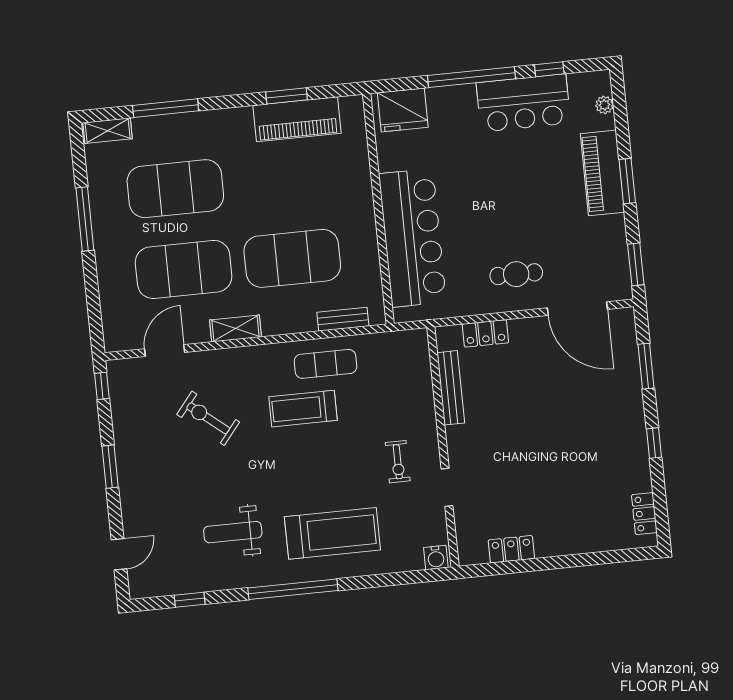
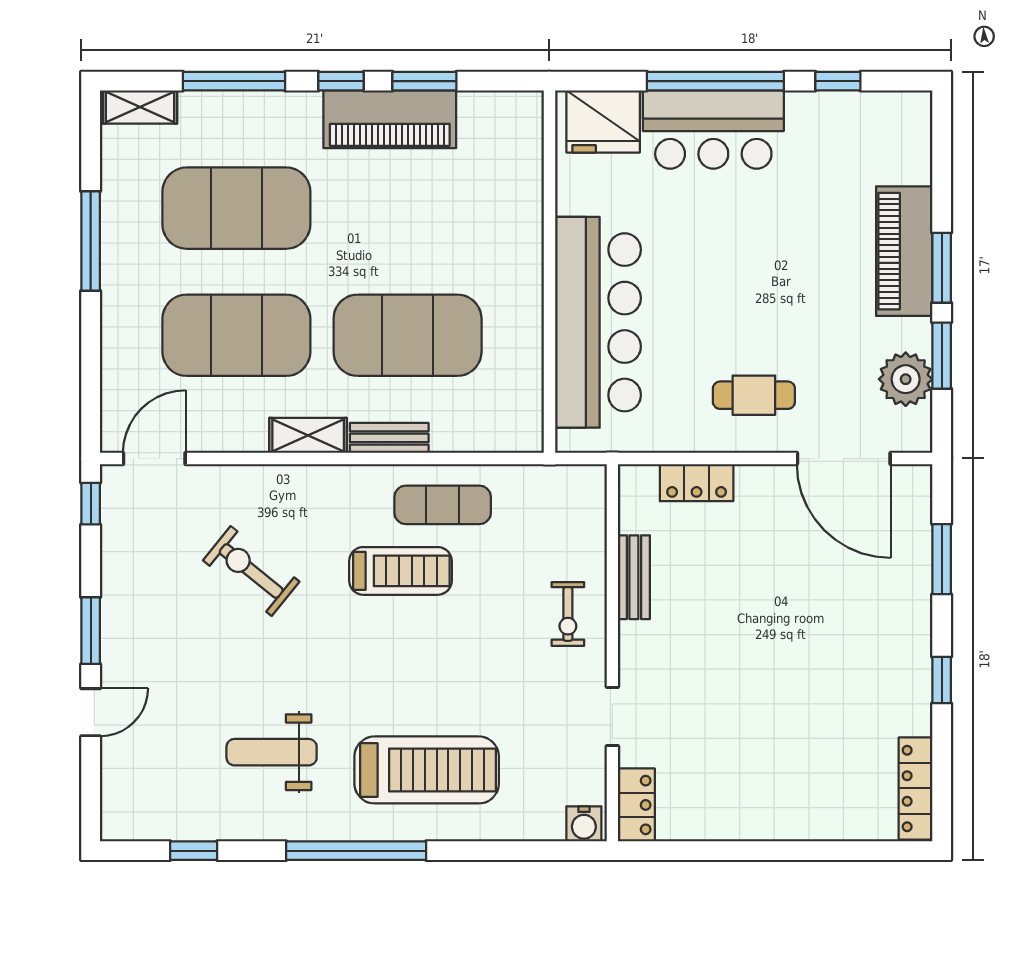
window: (234, 101) -> (341, 81), added
bar counter: (523, 103) -> (713, 130), moved
plant: (604, 105) -> (906, 379), moved, width x1.87, depth x1.87
piano: (297, 119) -> (390, 119), moved
window: (636, 264) -> (942, 356), moved
bench: (343, 319) -> (389, 438), moved
door: (165, 351) -> (154, 459), moved
bench: (451, 388) -> (634, 577), width x0.73
treadmill: (303, 409) -> (400, 571), turned 180
exercise bike: (398, 462) -> (568, 614), moved
locker: (644, 514) -> (916, 788), width x1.53
locker: (511, 549) -> (636, 805), moved, turned 90
door: (119, 554) -> (91, 712), moved

